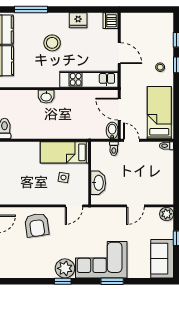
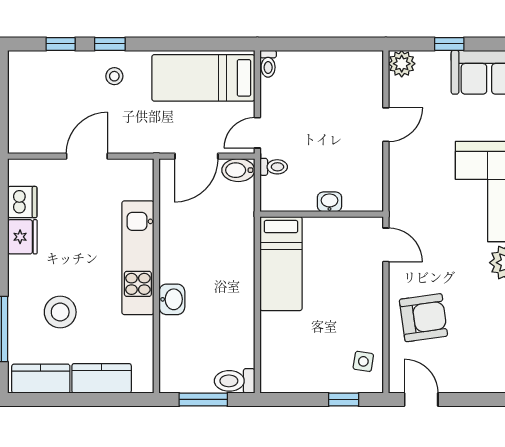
dishwasher: (111, 21) -> (22, 202), moved, turned -90
stool: (52, 43) -> (60, 312), moved
kitchen unit: (89, 79) -> (138, 258), moved
side table: (63, 177) -> (363, 361), moved
washbasin: (98, 183) -> (329, 202), width x0.52, depth x0.69
door: (135, 206) -> (386, 125), hinge flipped

